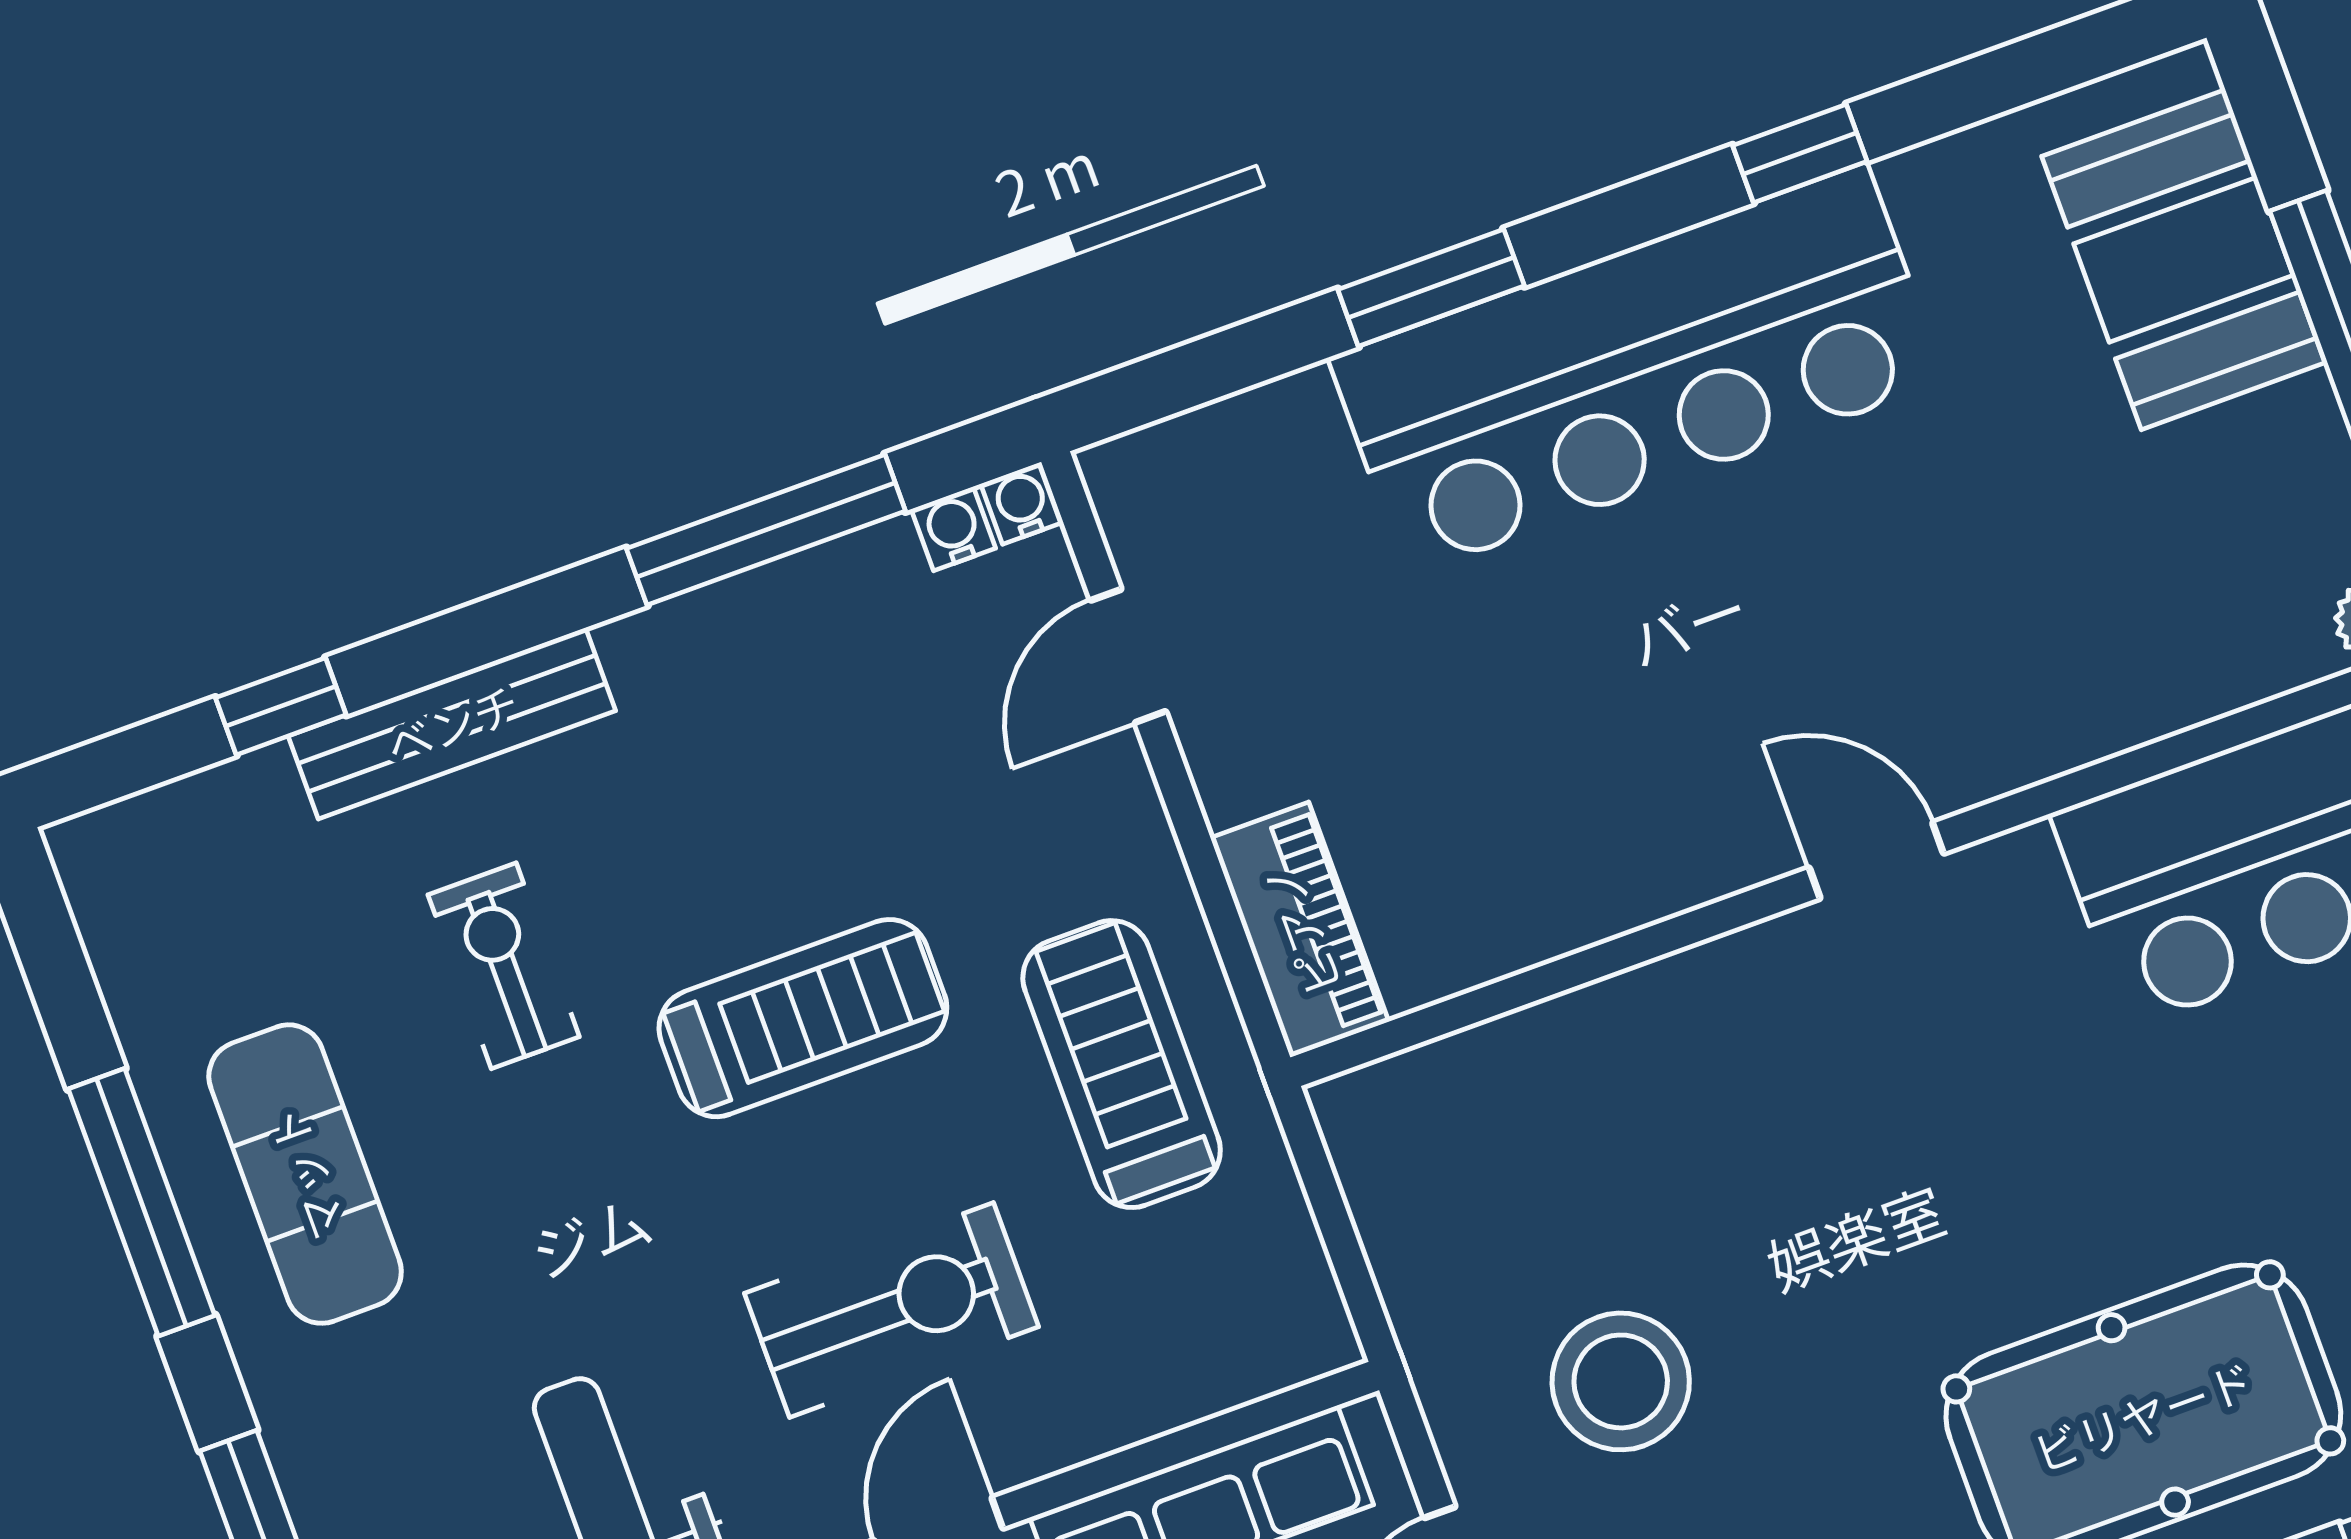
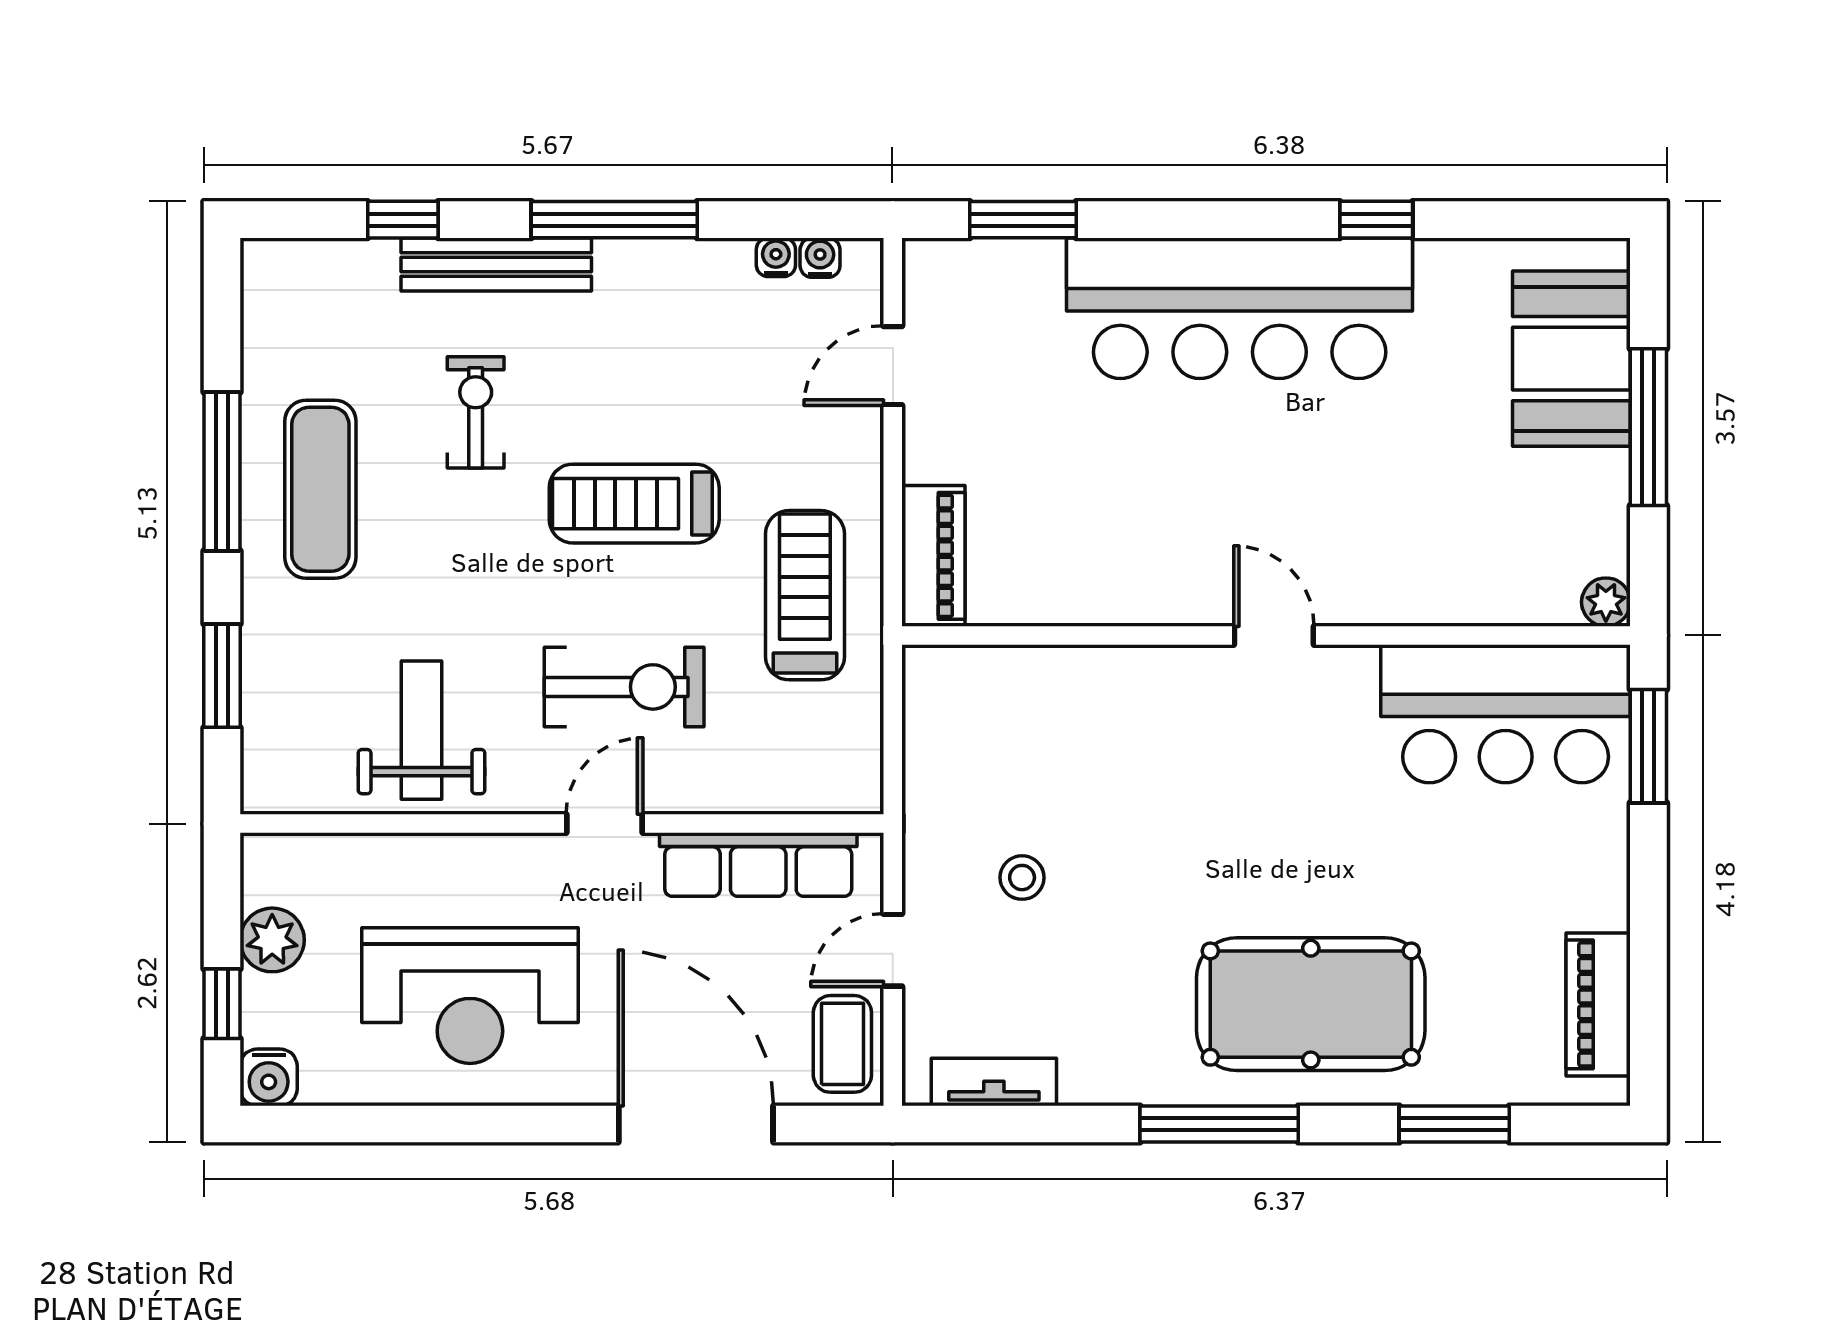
window: (1431, 288) -> (1023, 220), moved
water cooler: (1022, 503) -> (776, 257), moved
window: (766, 530) -> (614, 220), moved
treadmill: (803, 1018) -> (634, 504), turned 180
stool: (1621, 1381) -> (1022, 878), width x0.53, depth x0.53

